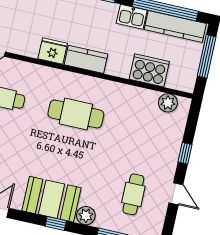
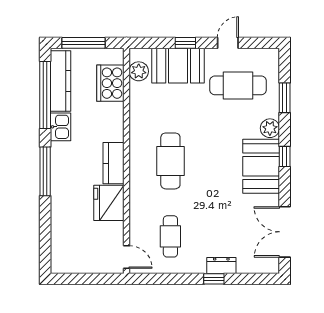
fridge: (53, 51) -> (109, 203), width x1.36, depth x1.34
cooker: (149, 70) -> (110, 83), moved
booth: (165, 141) -> (178, 66), added
cafe table: (133, 194) -> (238, 85), width x1.37, depth x1.35

